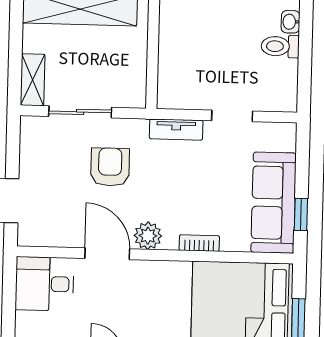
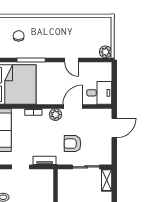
armchair: (110, 167) -> (72, 144), turned 90
door: (107, 254) -> (73, 106), swing flipped

